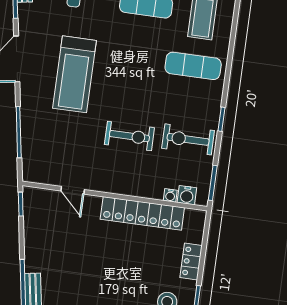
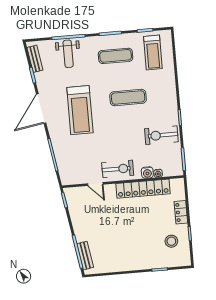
exercise mat: (193, 66) -> (128, 98), moved
exercise bike: (129, 136) -> (118, 169), moved
water cooler: (187, 195) -> (147, 173), moved

